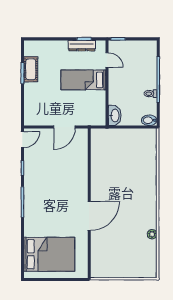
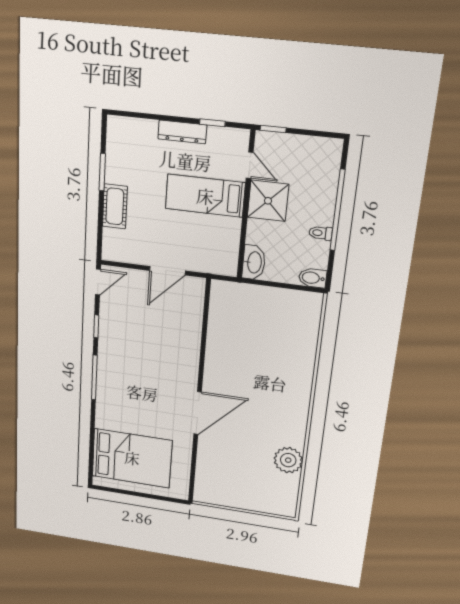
dresser: (82, 46) -> (182, 132), moved
cot: (31, 69) -> (115, 206), moved
shower: (119, 79) -> (268, 201), added
plant: (152, 234) -> (288, 460), width x1.87, depth x1.87

